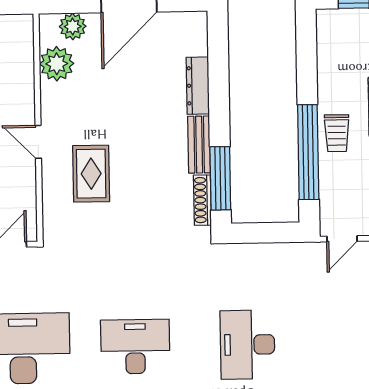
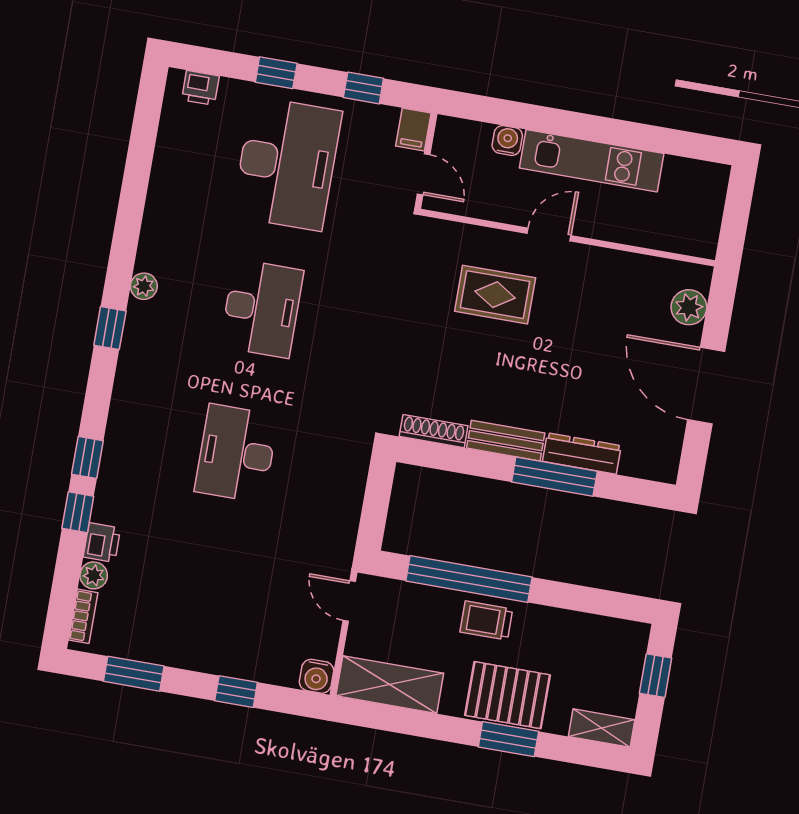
plant: (57, 64) -> (645, 277), removed
window: (220, 178) -> (554, 477), moved
desk: (248, 345) -> (236, 453), turned -90

